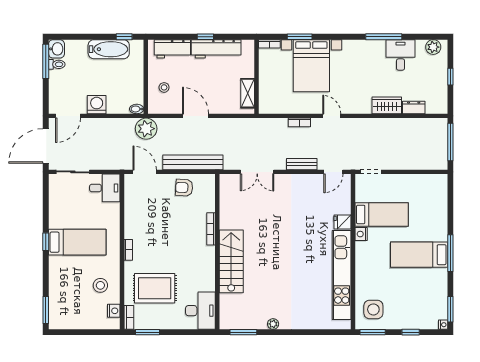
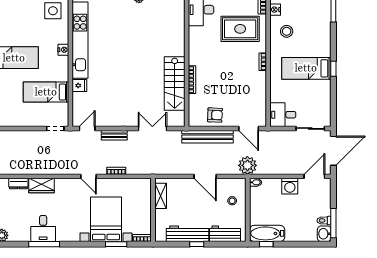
bathtub: (109, 49) -> (267, 233), moved
desk: (401, 55) -> (43, 229), moved
nightstand: (361, 234) -> (63, 50), moved
stairs: (231, 261) -> (175, 83), moved

